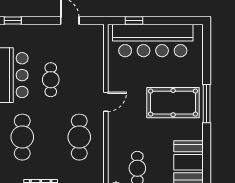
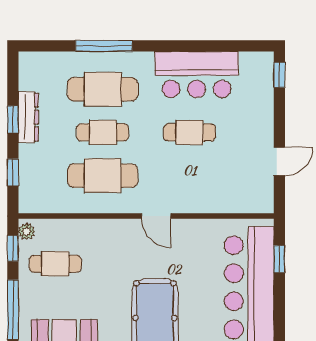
cafe table: (51, 137) -> (103, 132), added

